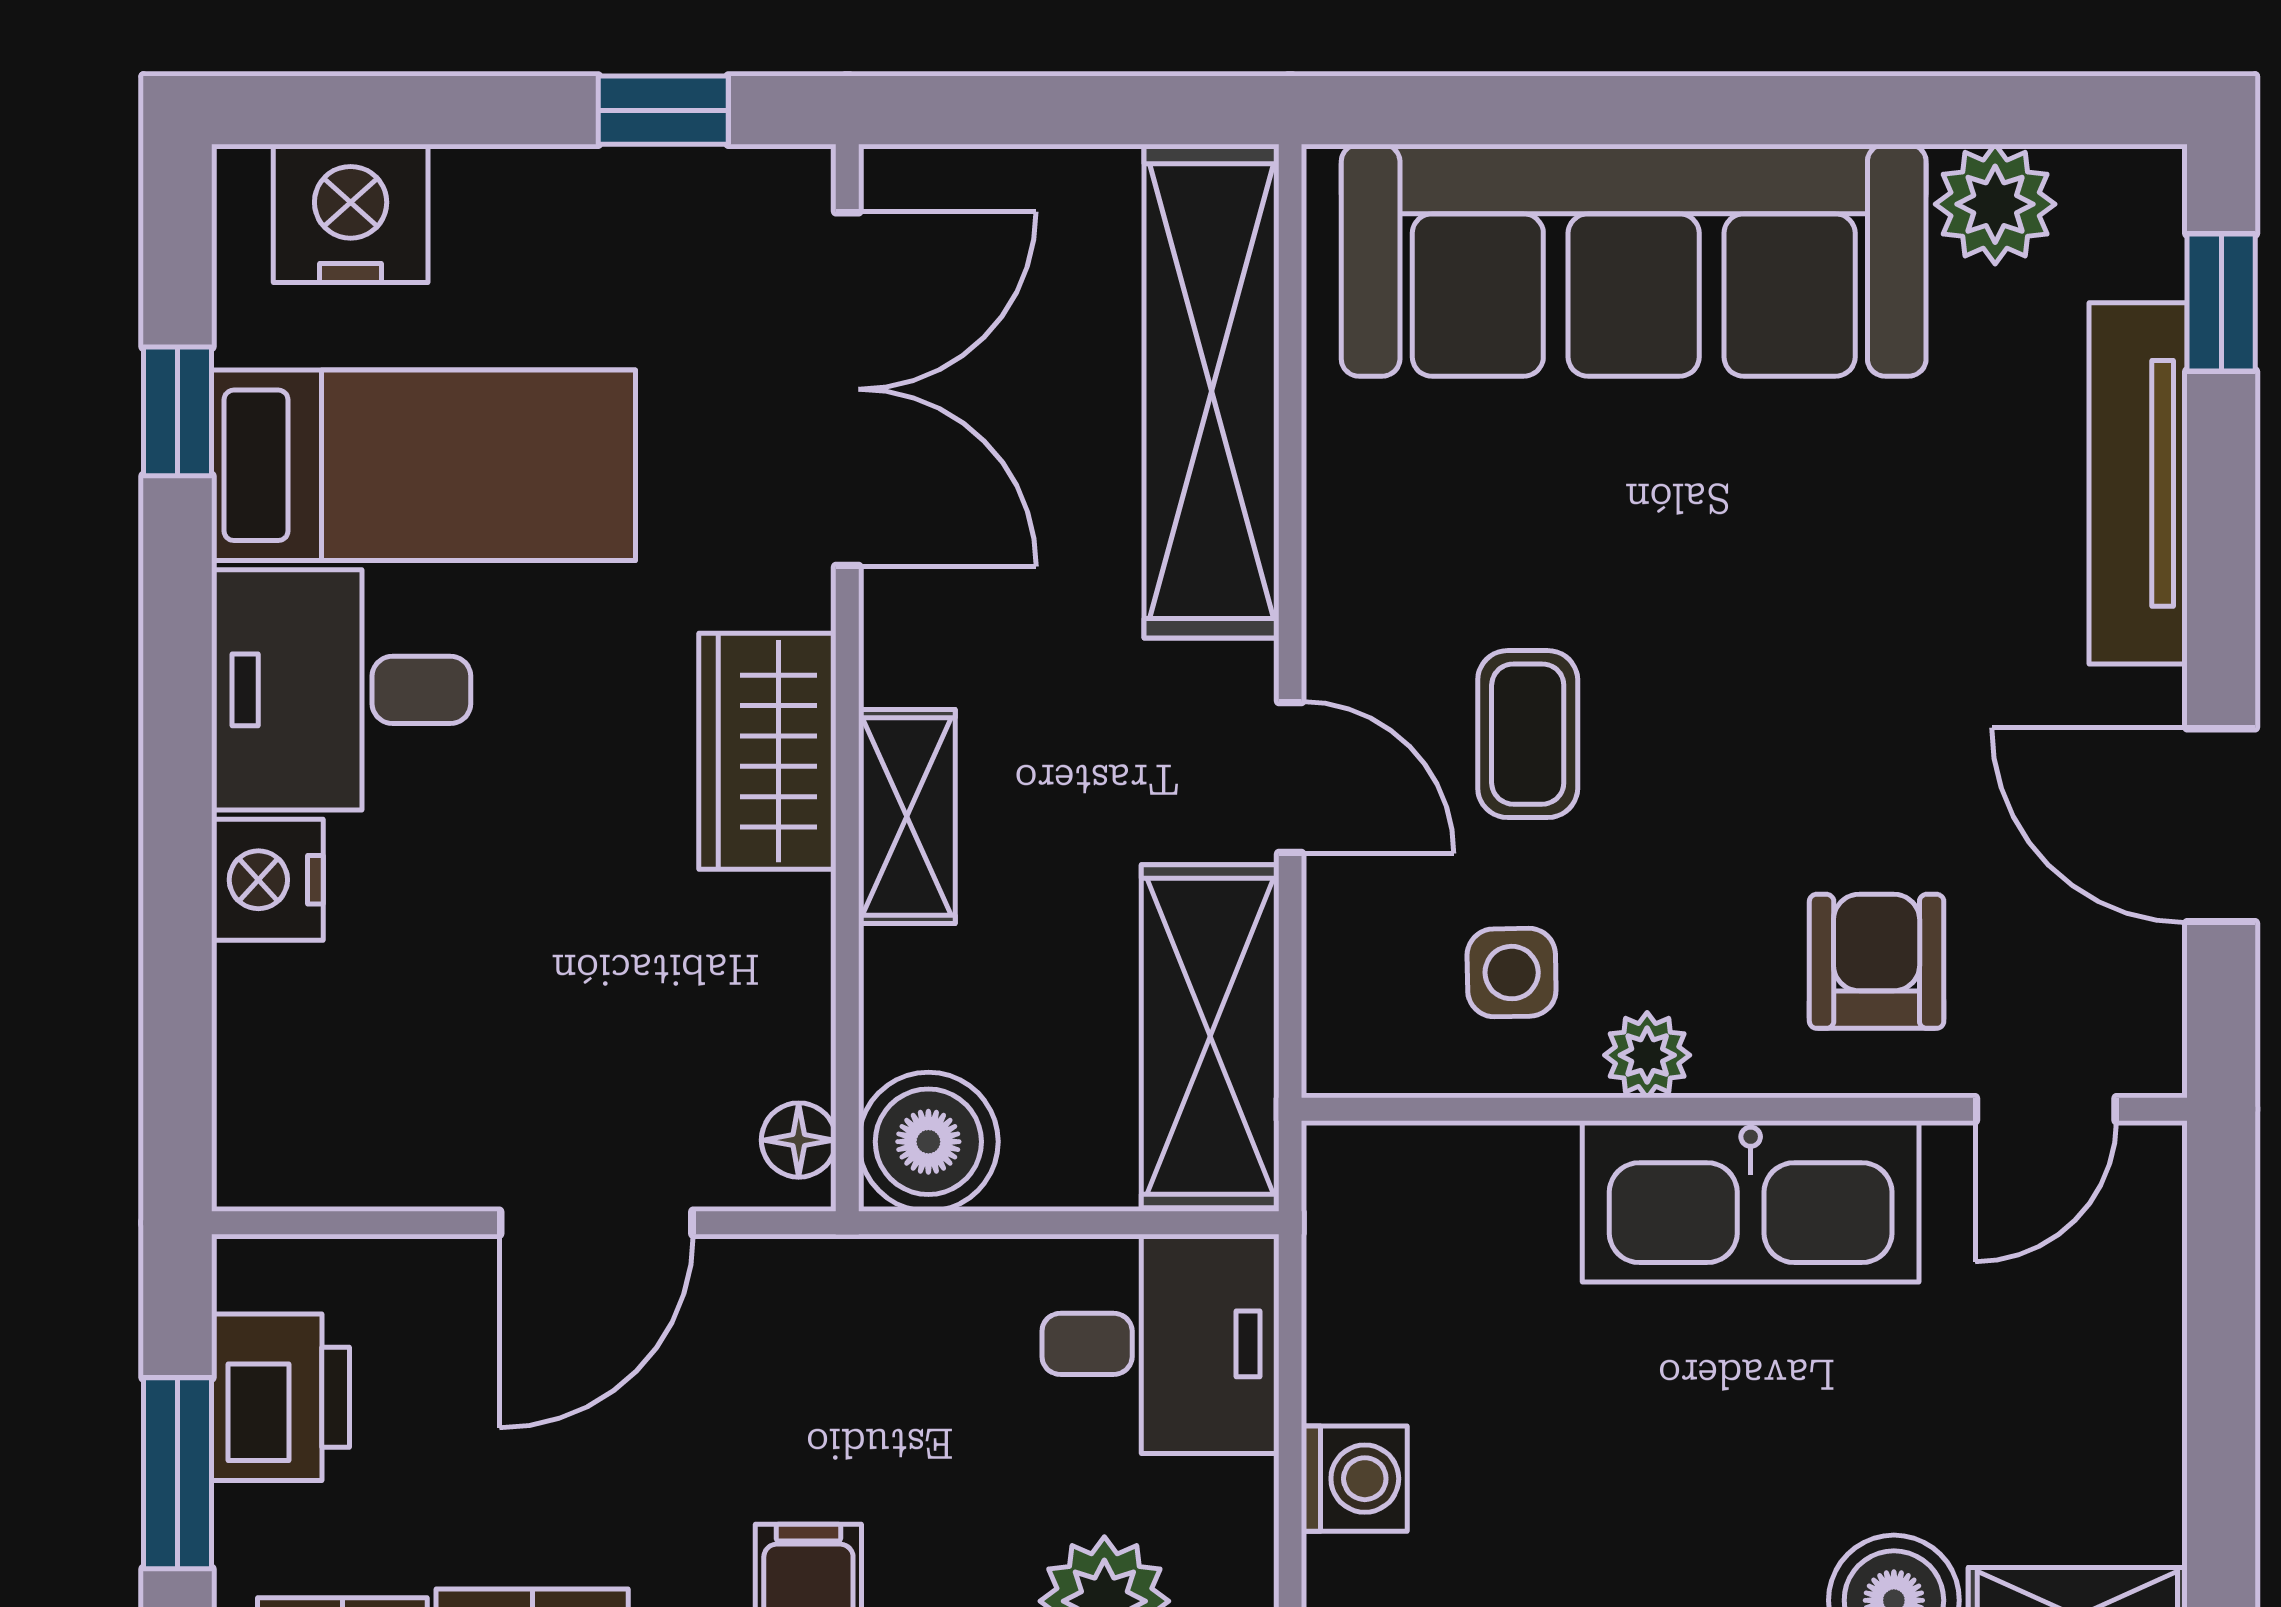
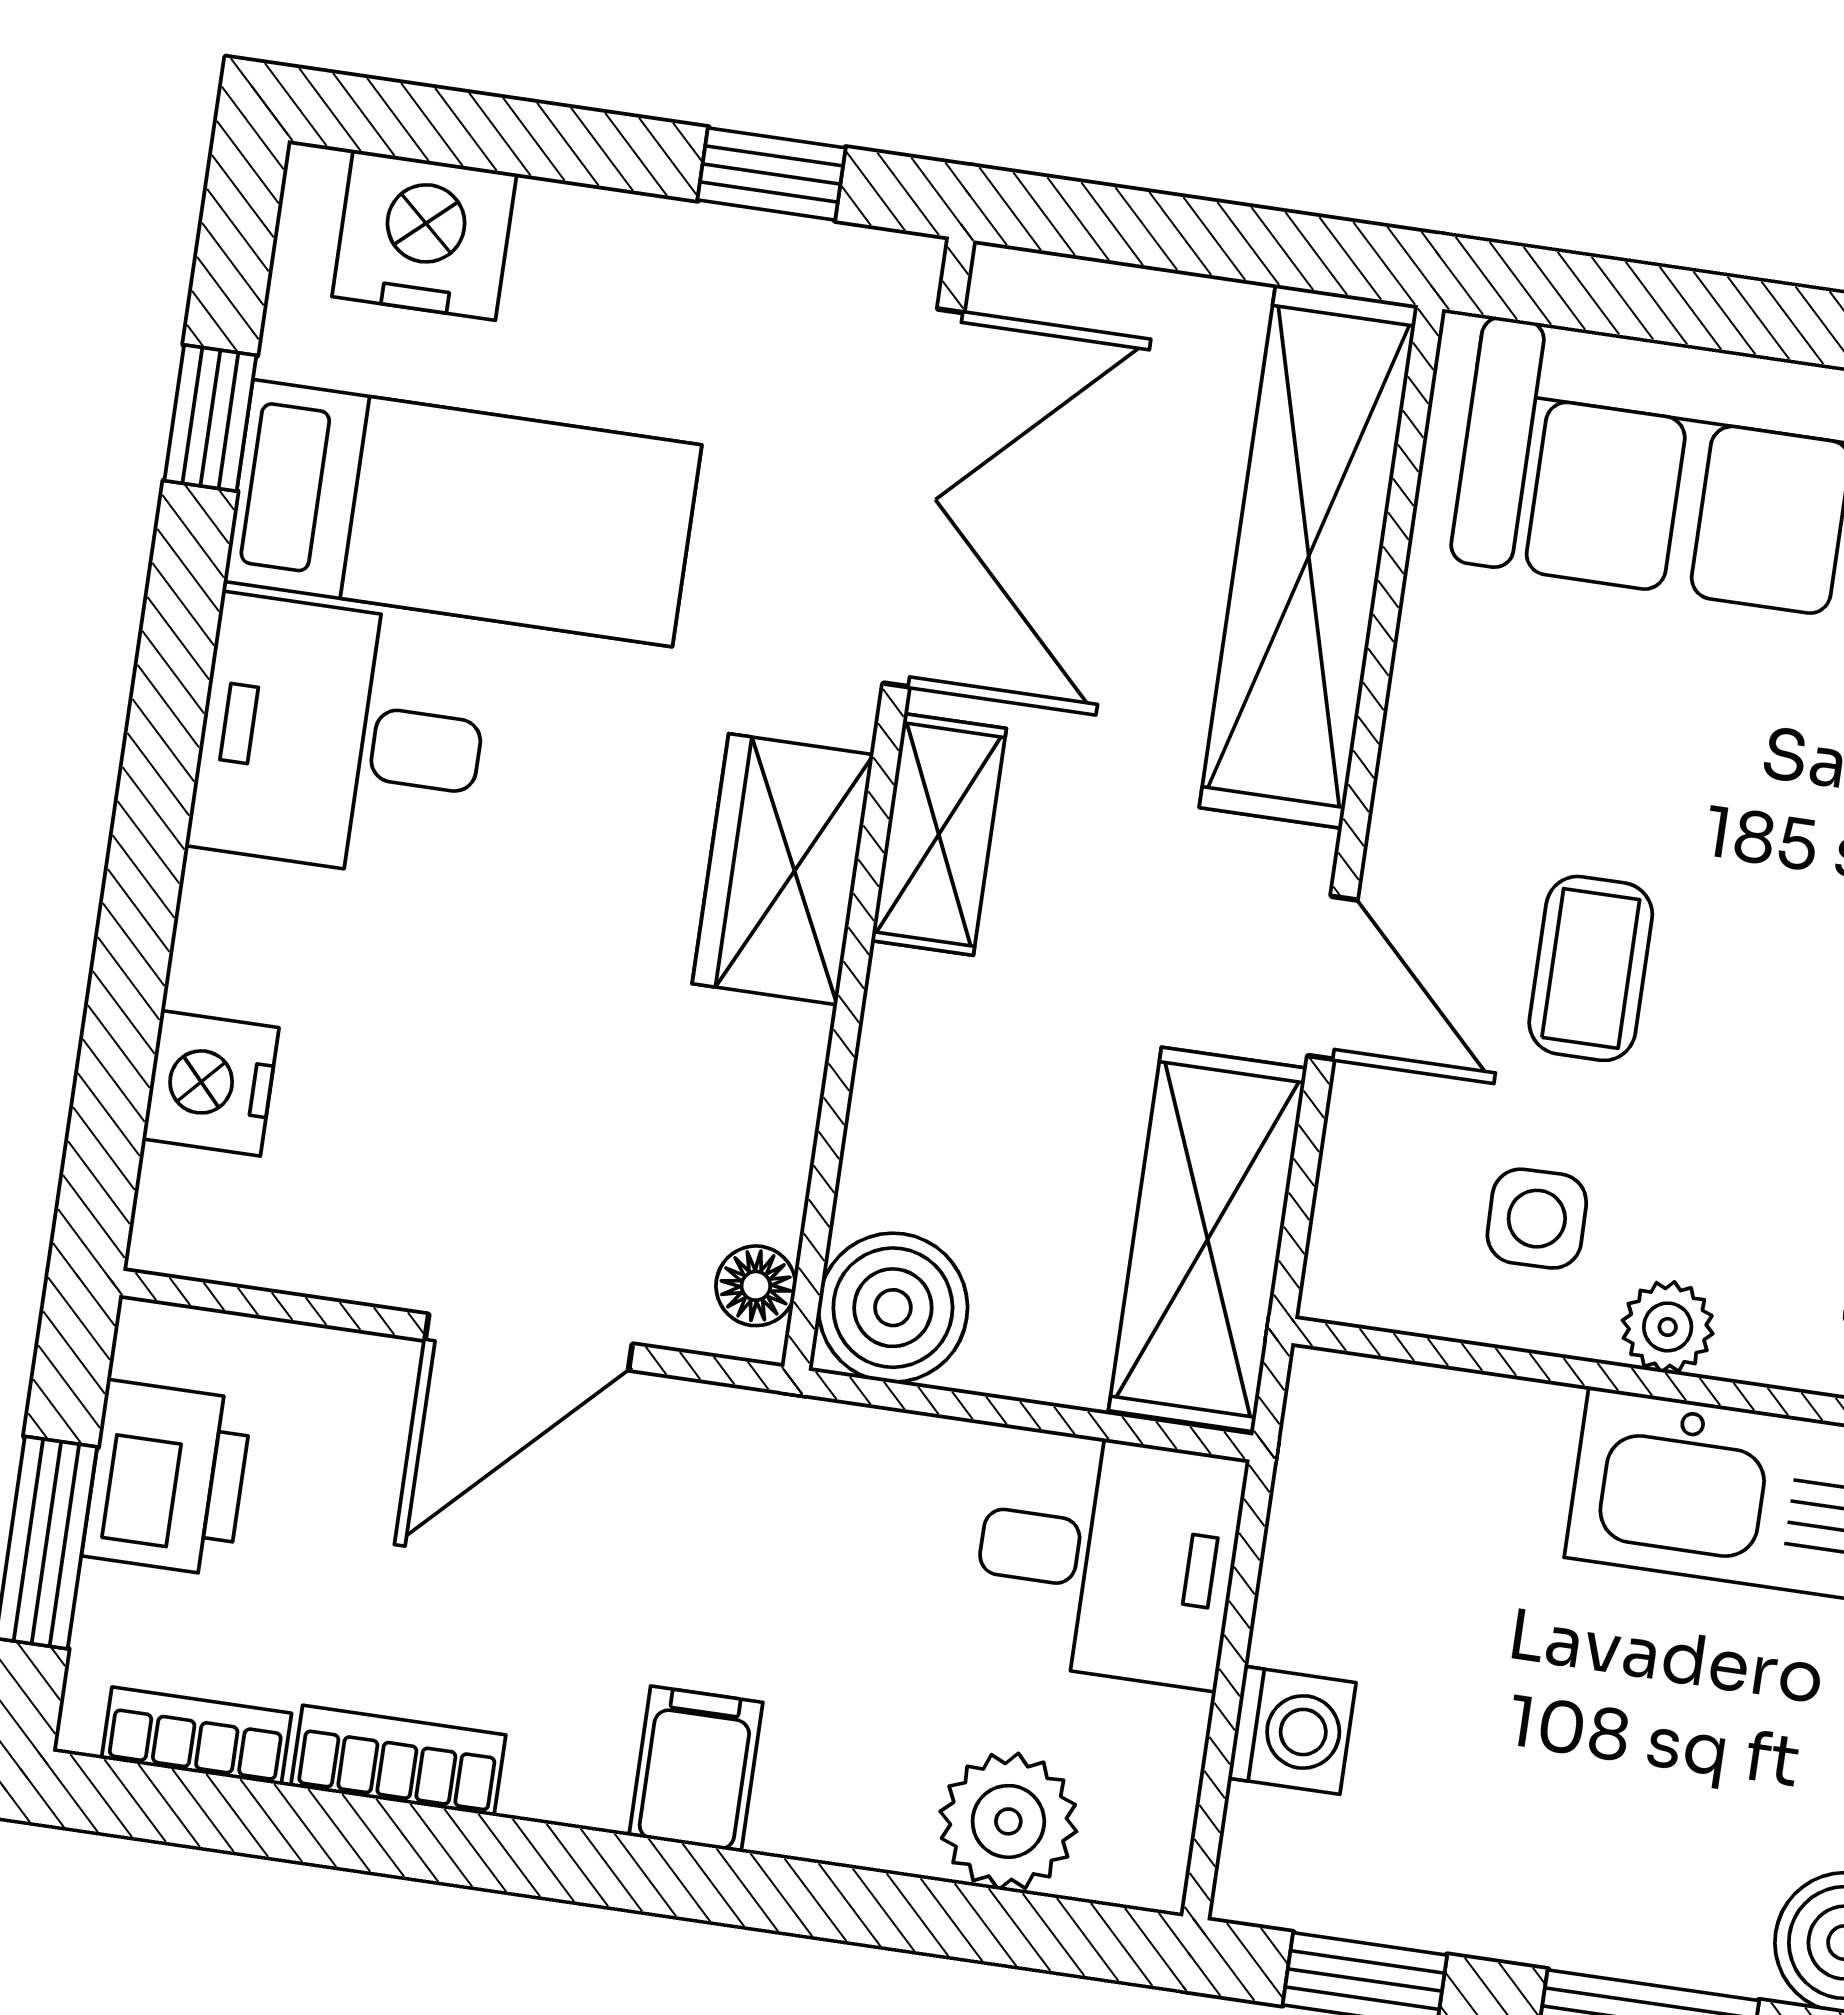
shelving: (907, 816) -> (939, 835), moved
nightstand: (267, 880) -> (211, 1083), moved

